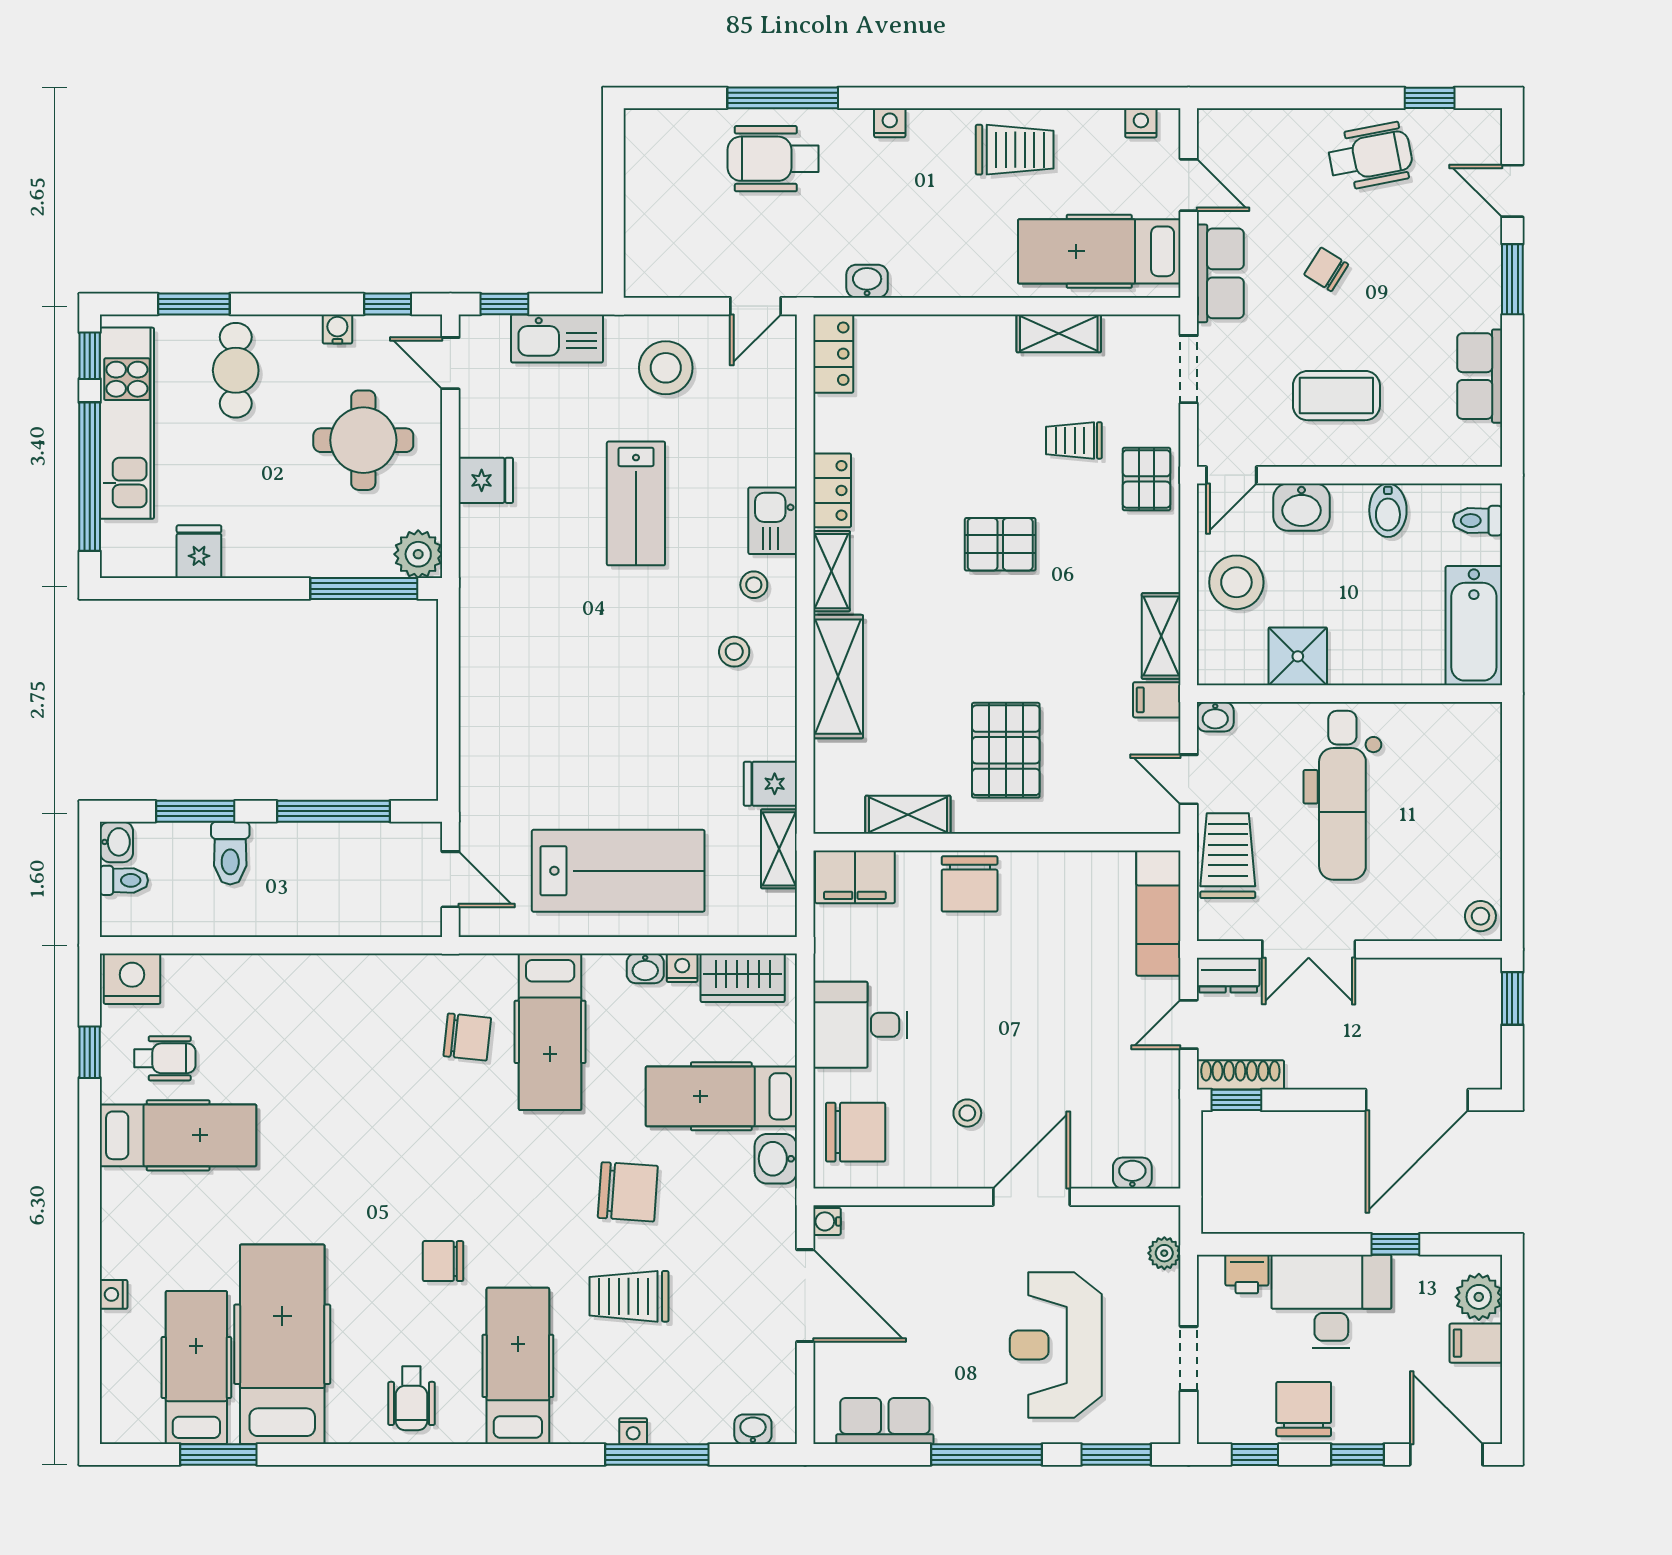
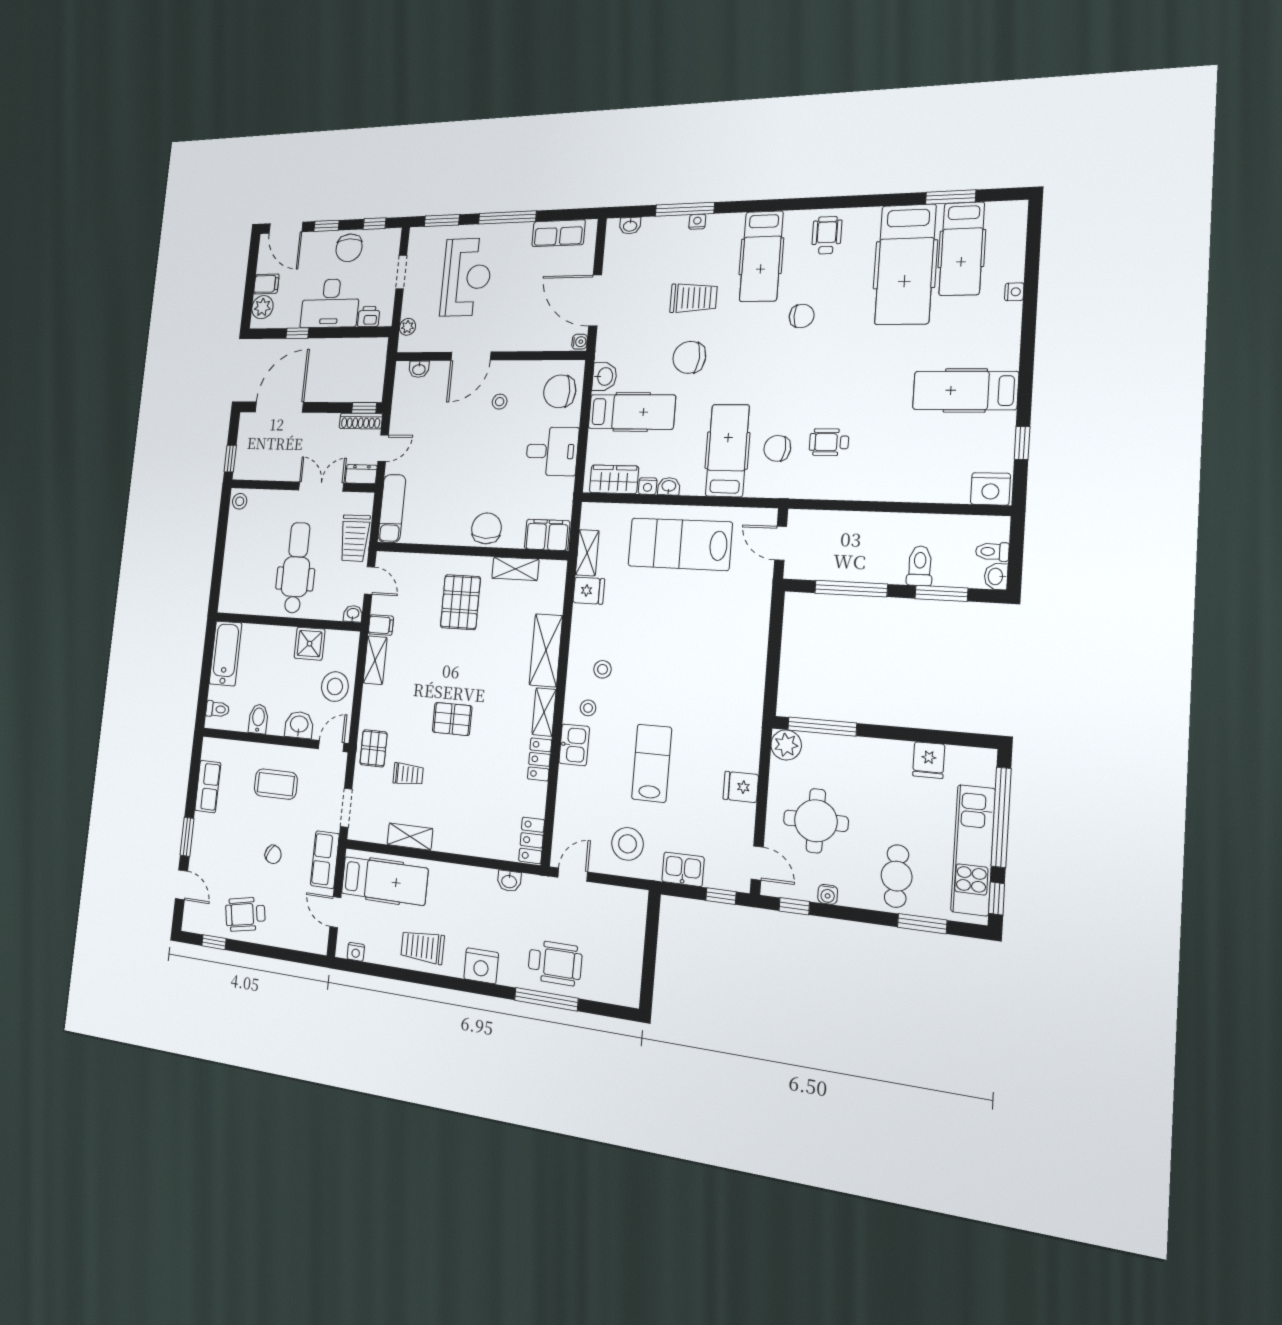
nightstand: (890, 123) -> (481, 966), width x1.89, depth x1.79
kitchen sink: (557, 338) -> (683, 869), width x0.73
wheelchair: (165, 1058) -> (829, 442), moved

